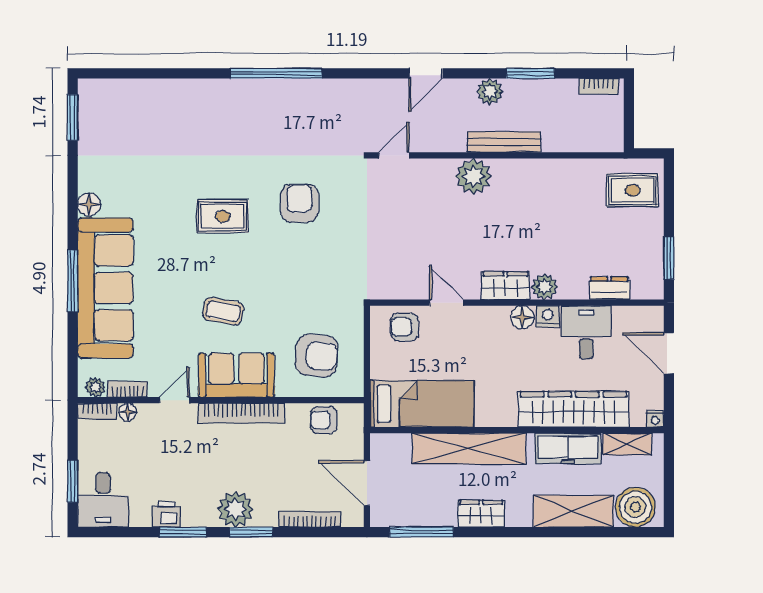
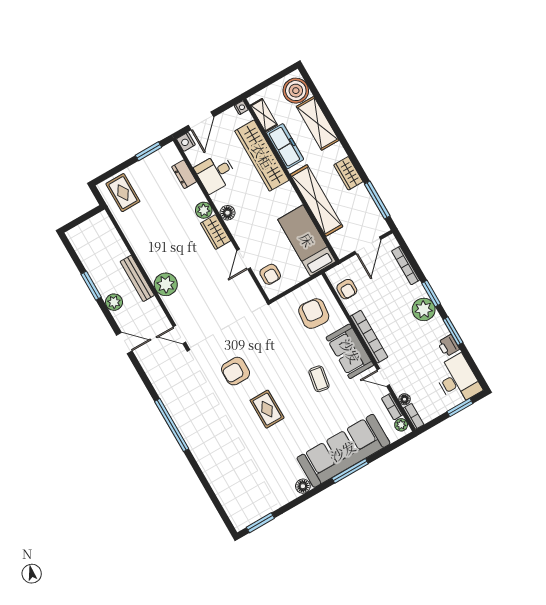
bookcase: (599, 86) -> (77, 244), removed
nightstand: (548, 316) -> (186, 142), moved
desk: (103, 500) -> (457, 380), width x1.37

